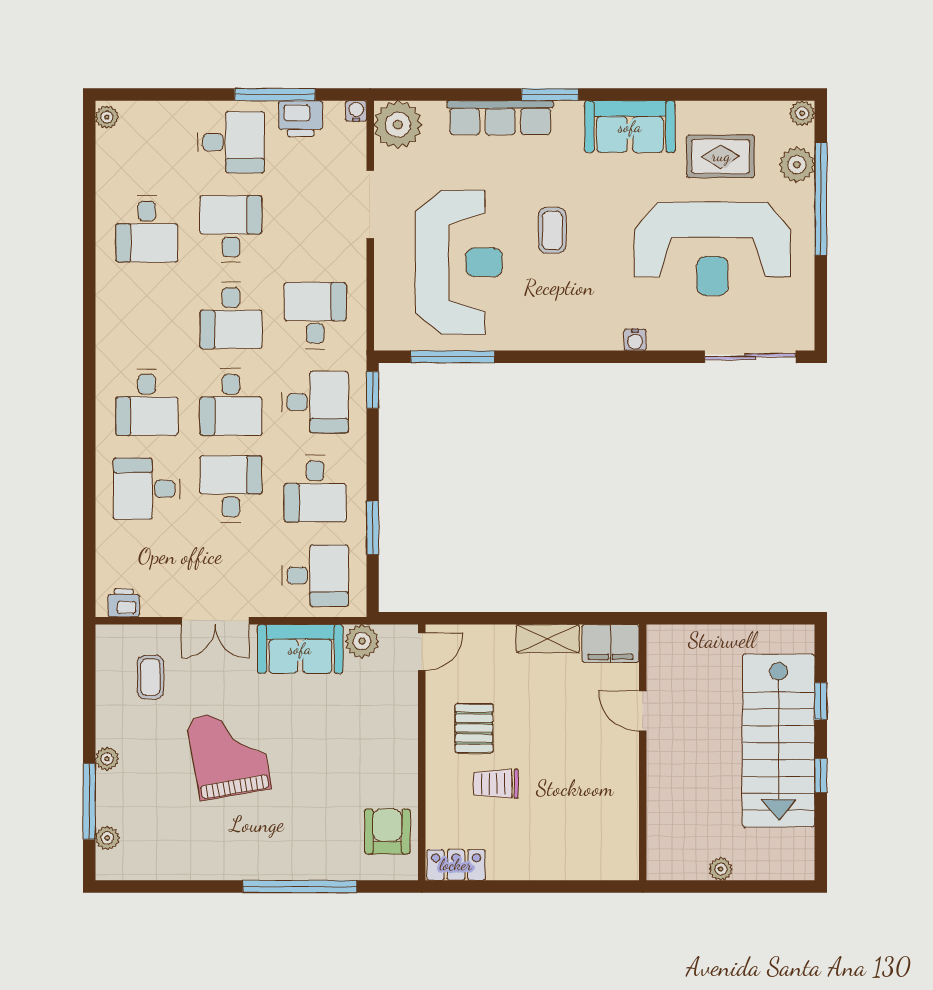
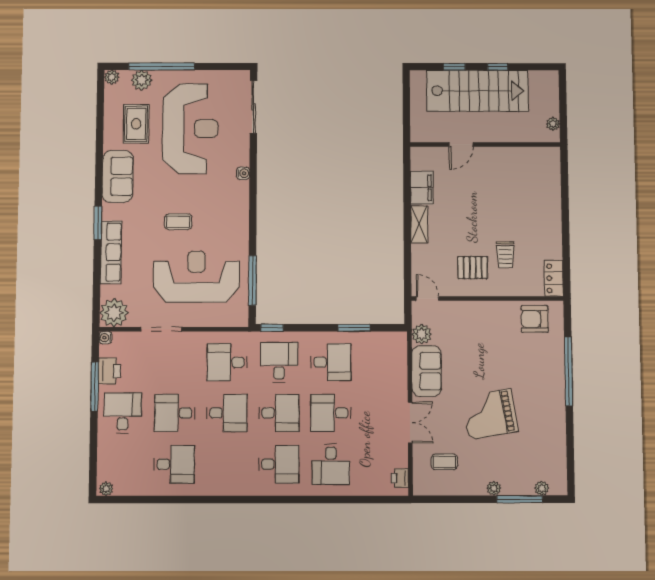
desk: (315, 575) -> (383, 362), removed
door: (643, 711) -> (461, 144), moved
wall: (643, 752) -> (485, 144), moved

